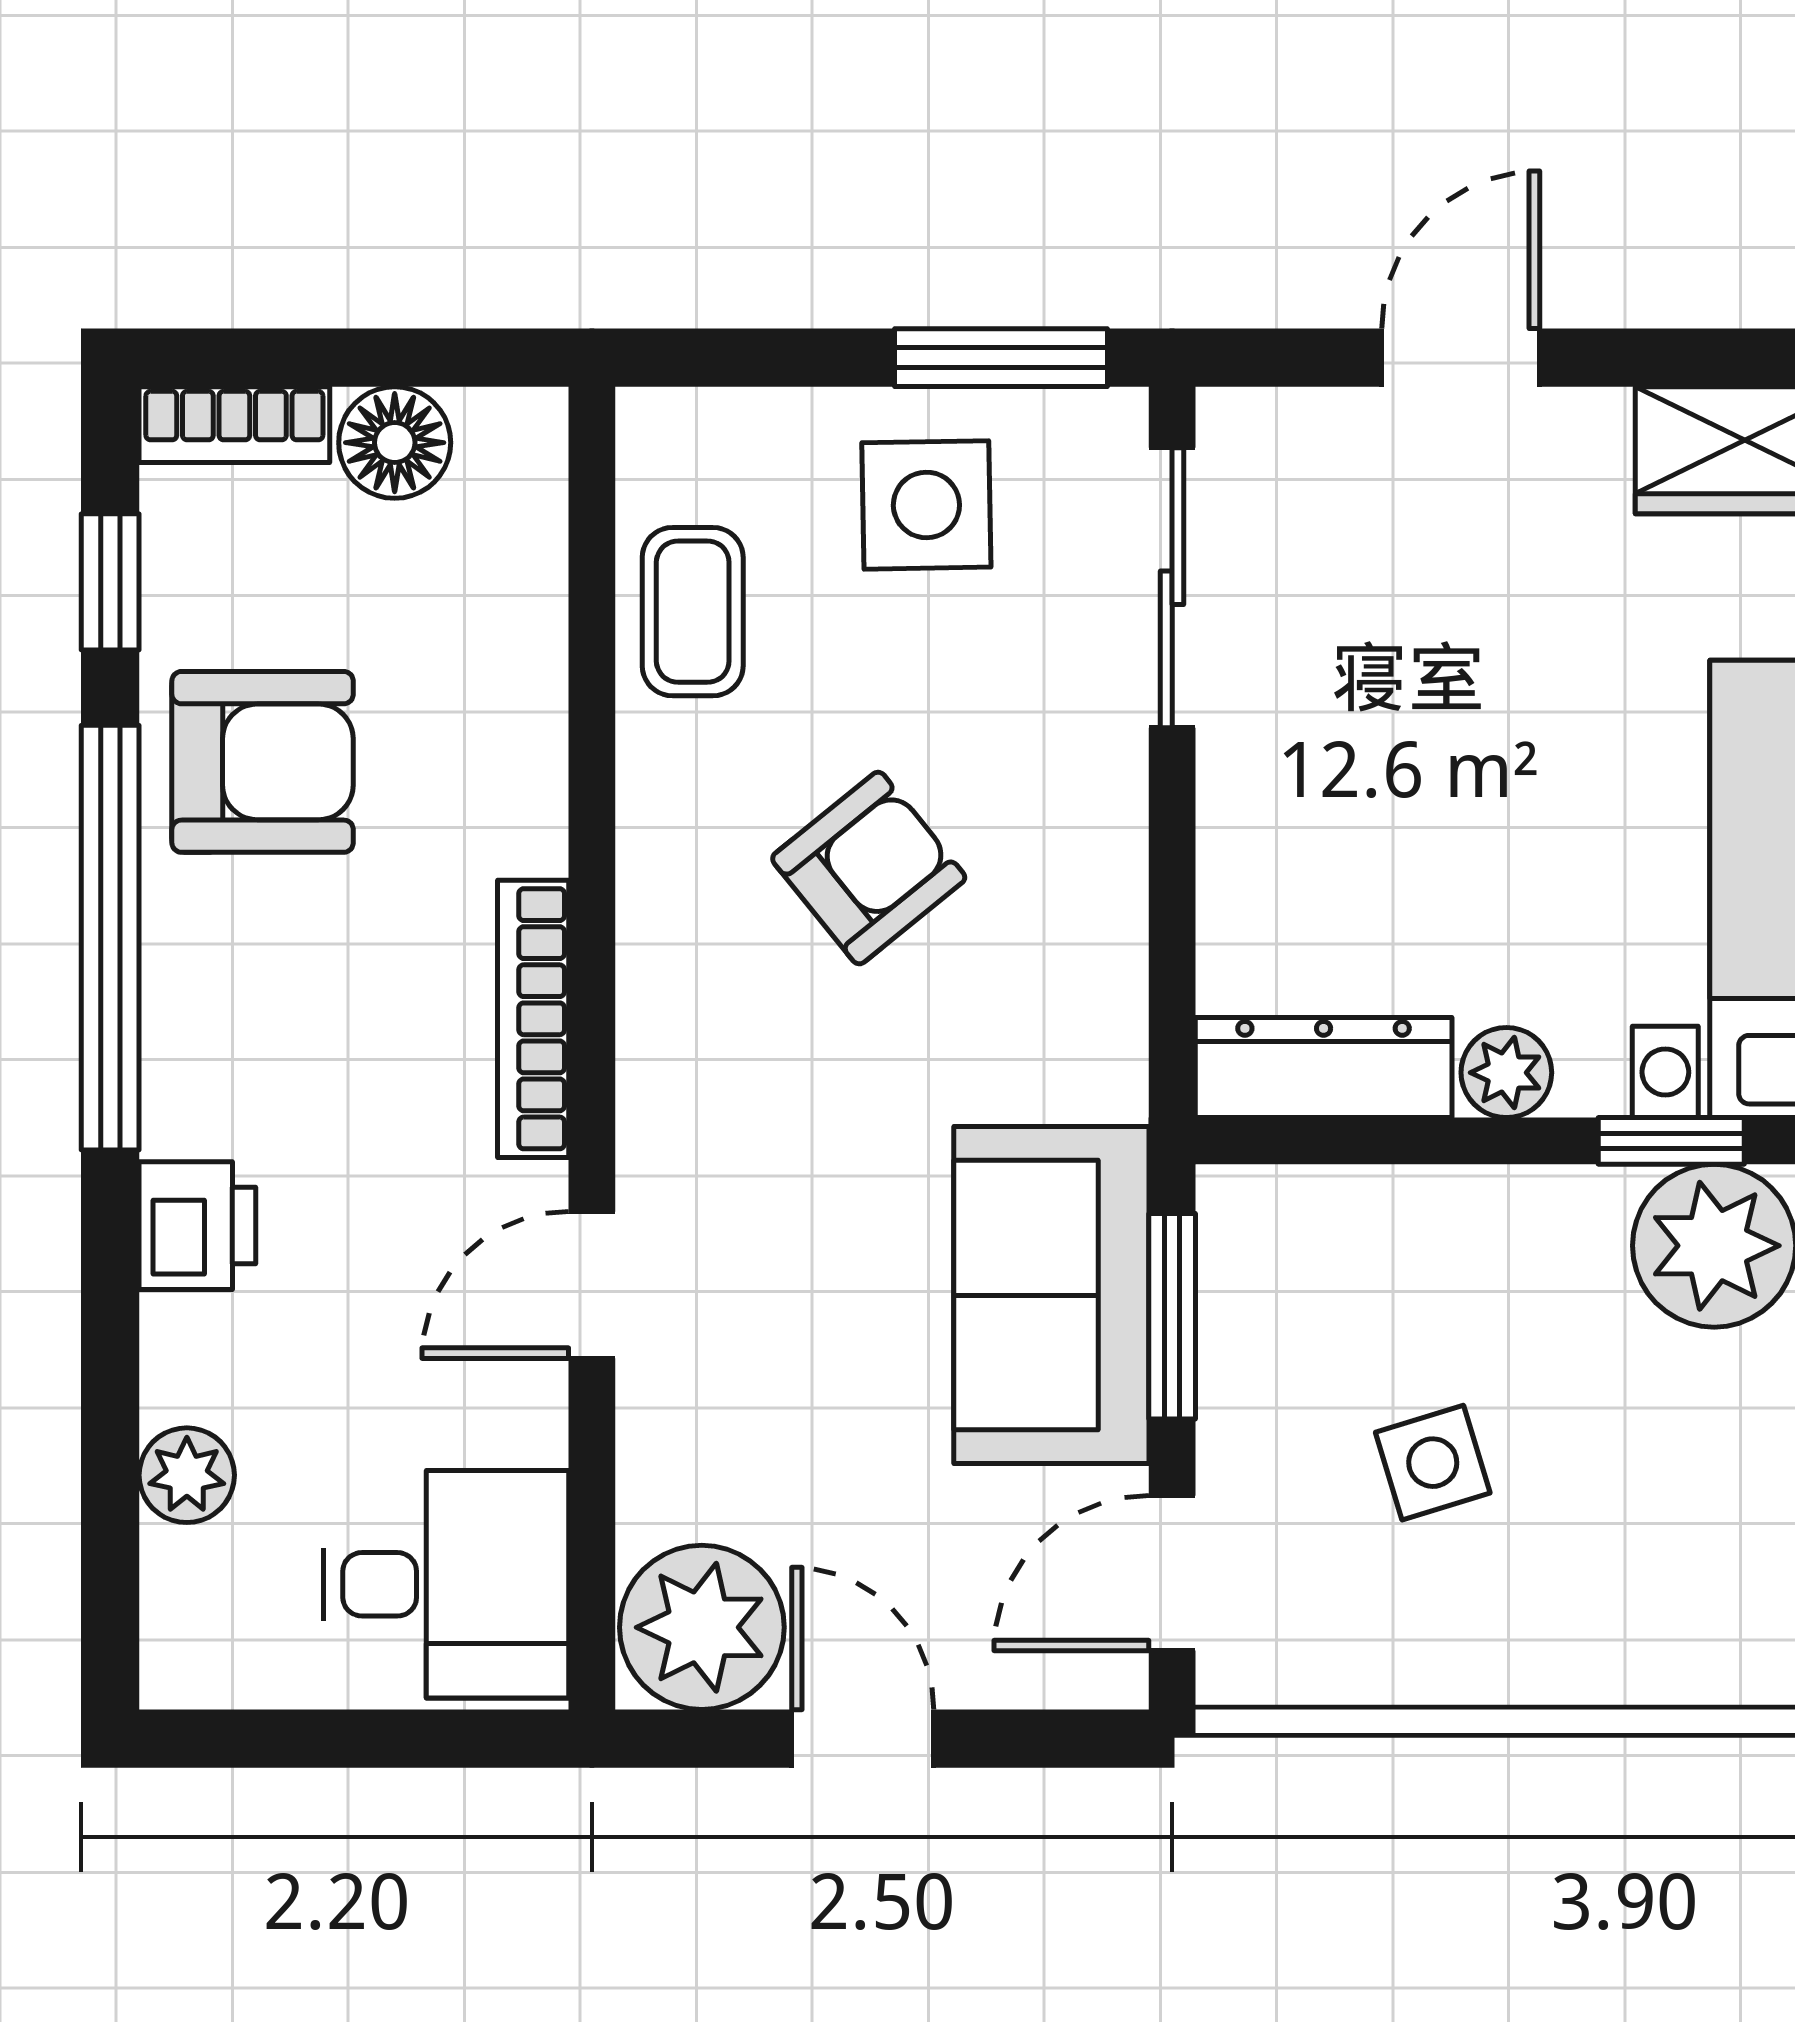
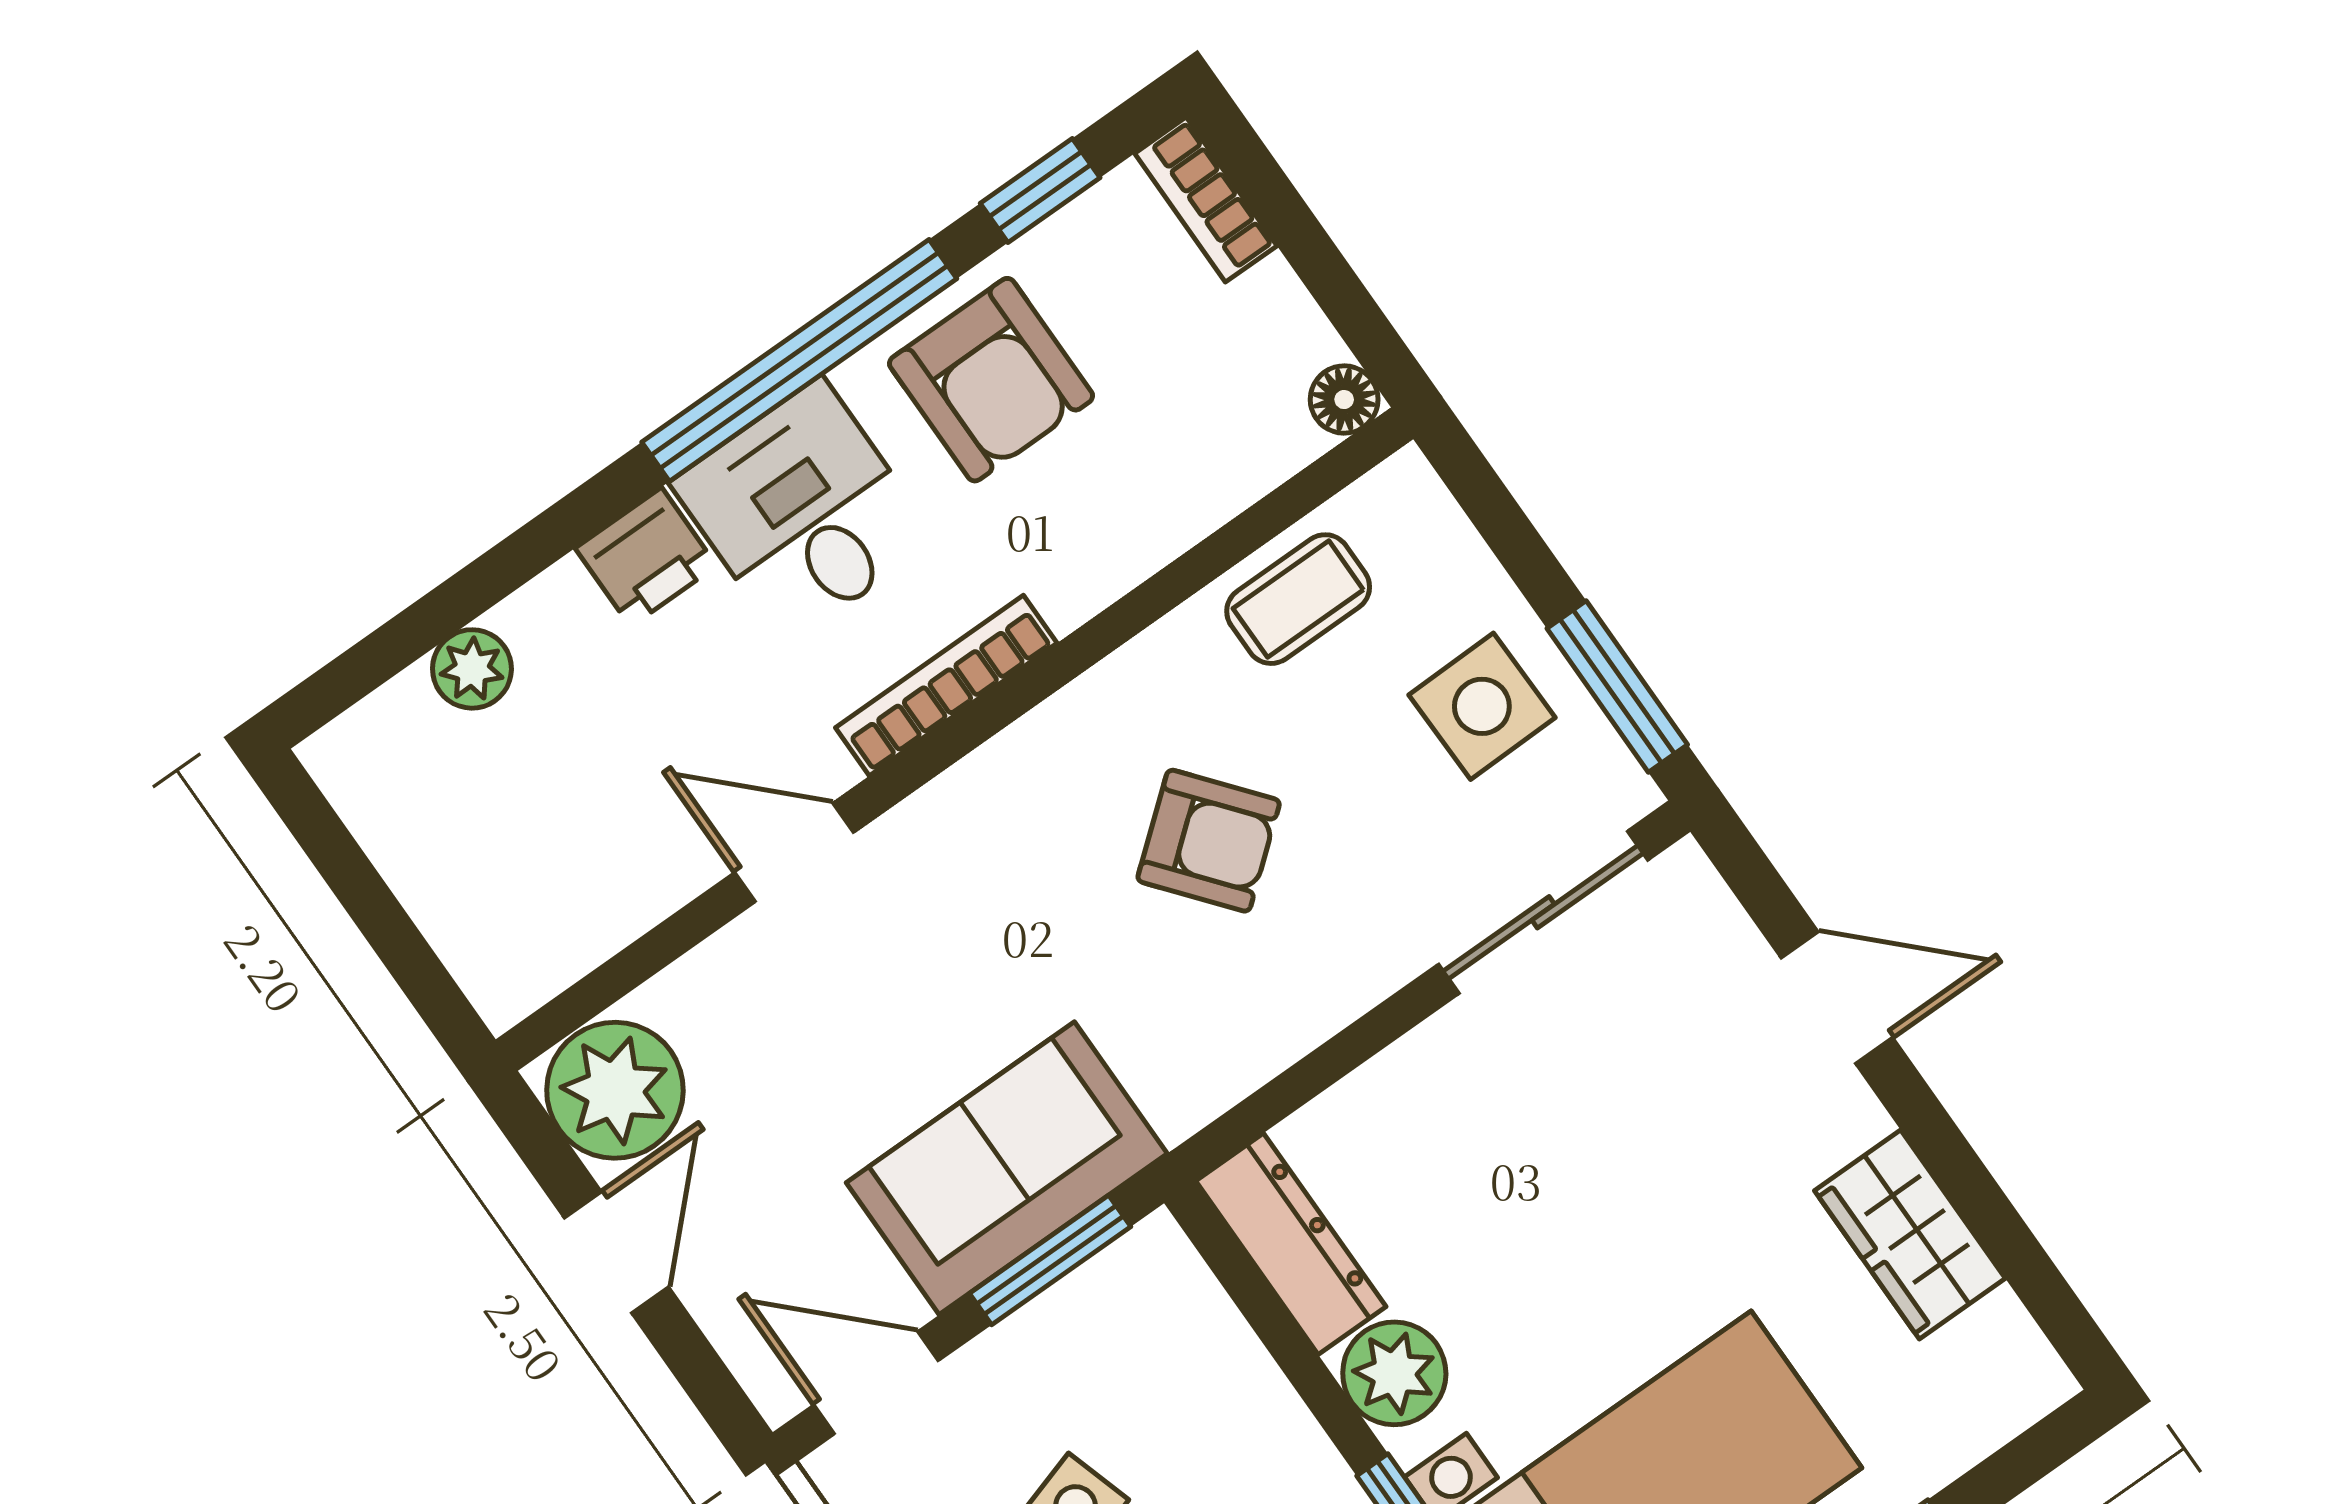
floor lamp: (395, 443) -> (1344, 400), moved, width x0.73, depth x0.73
plant: (1506, 1073) -> (1394, 1373), width x1.38, depth x1.38
desk: (446, 1584) -> (803, 511), moved, turned 180

